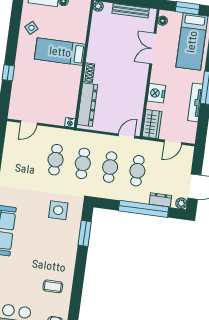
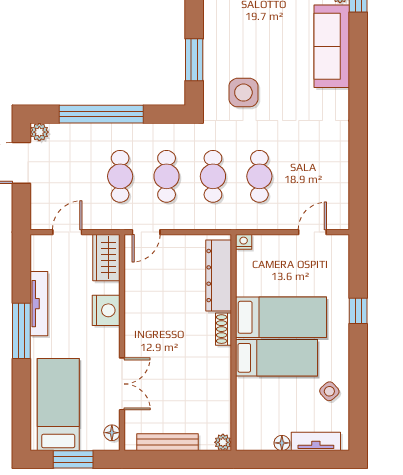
bed: (54, 75) -> (281, 317), added
dresser: (160, 200) -> (75, 133), removed

